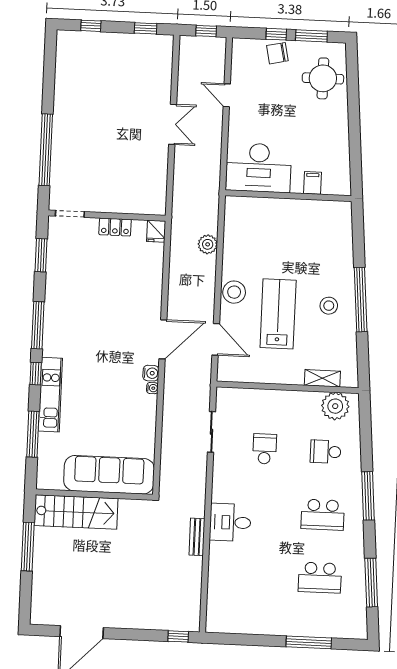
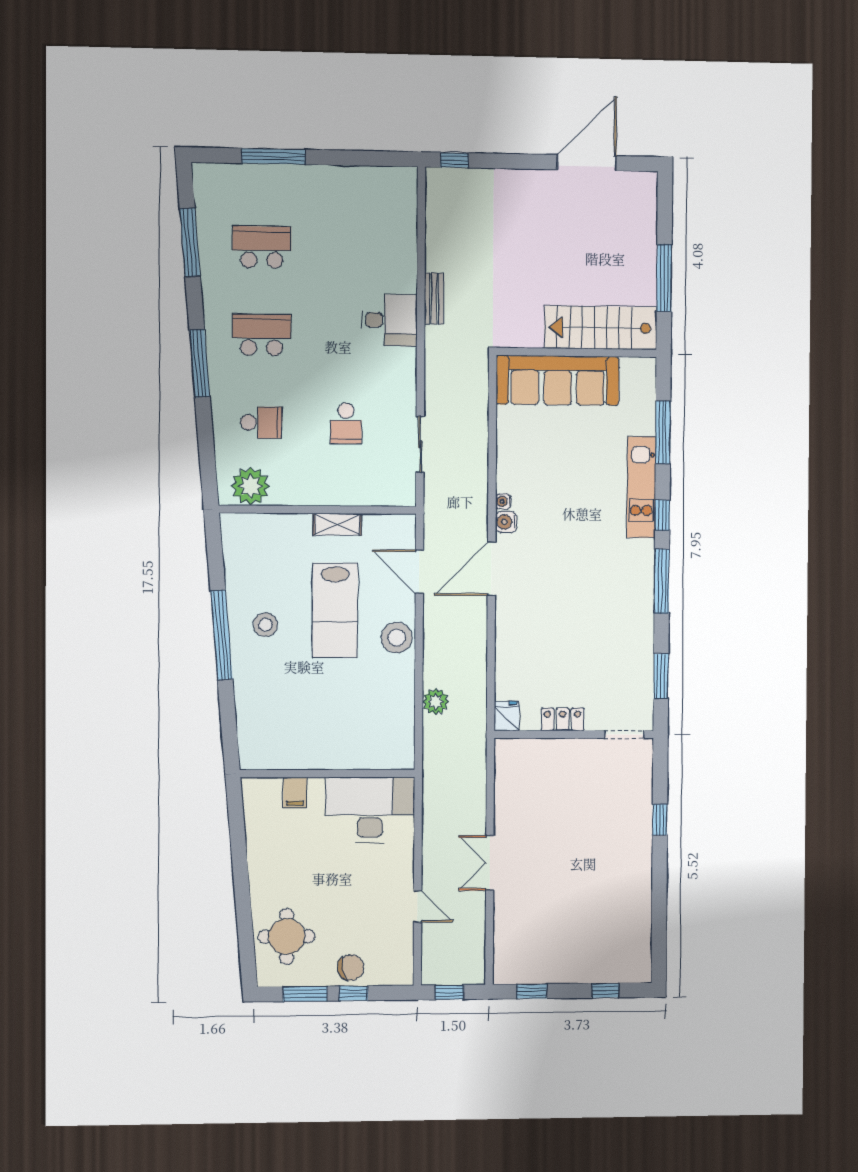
window: (46, 150) -> (660, 820), width x0.32
shelving: (322, 378) -> (337, 524), moved

